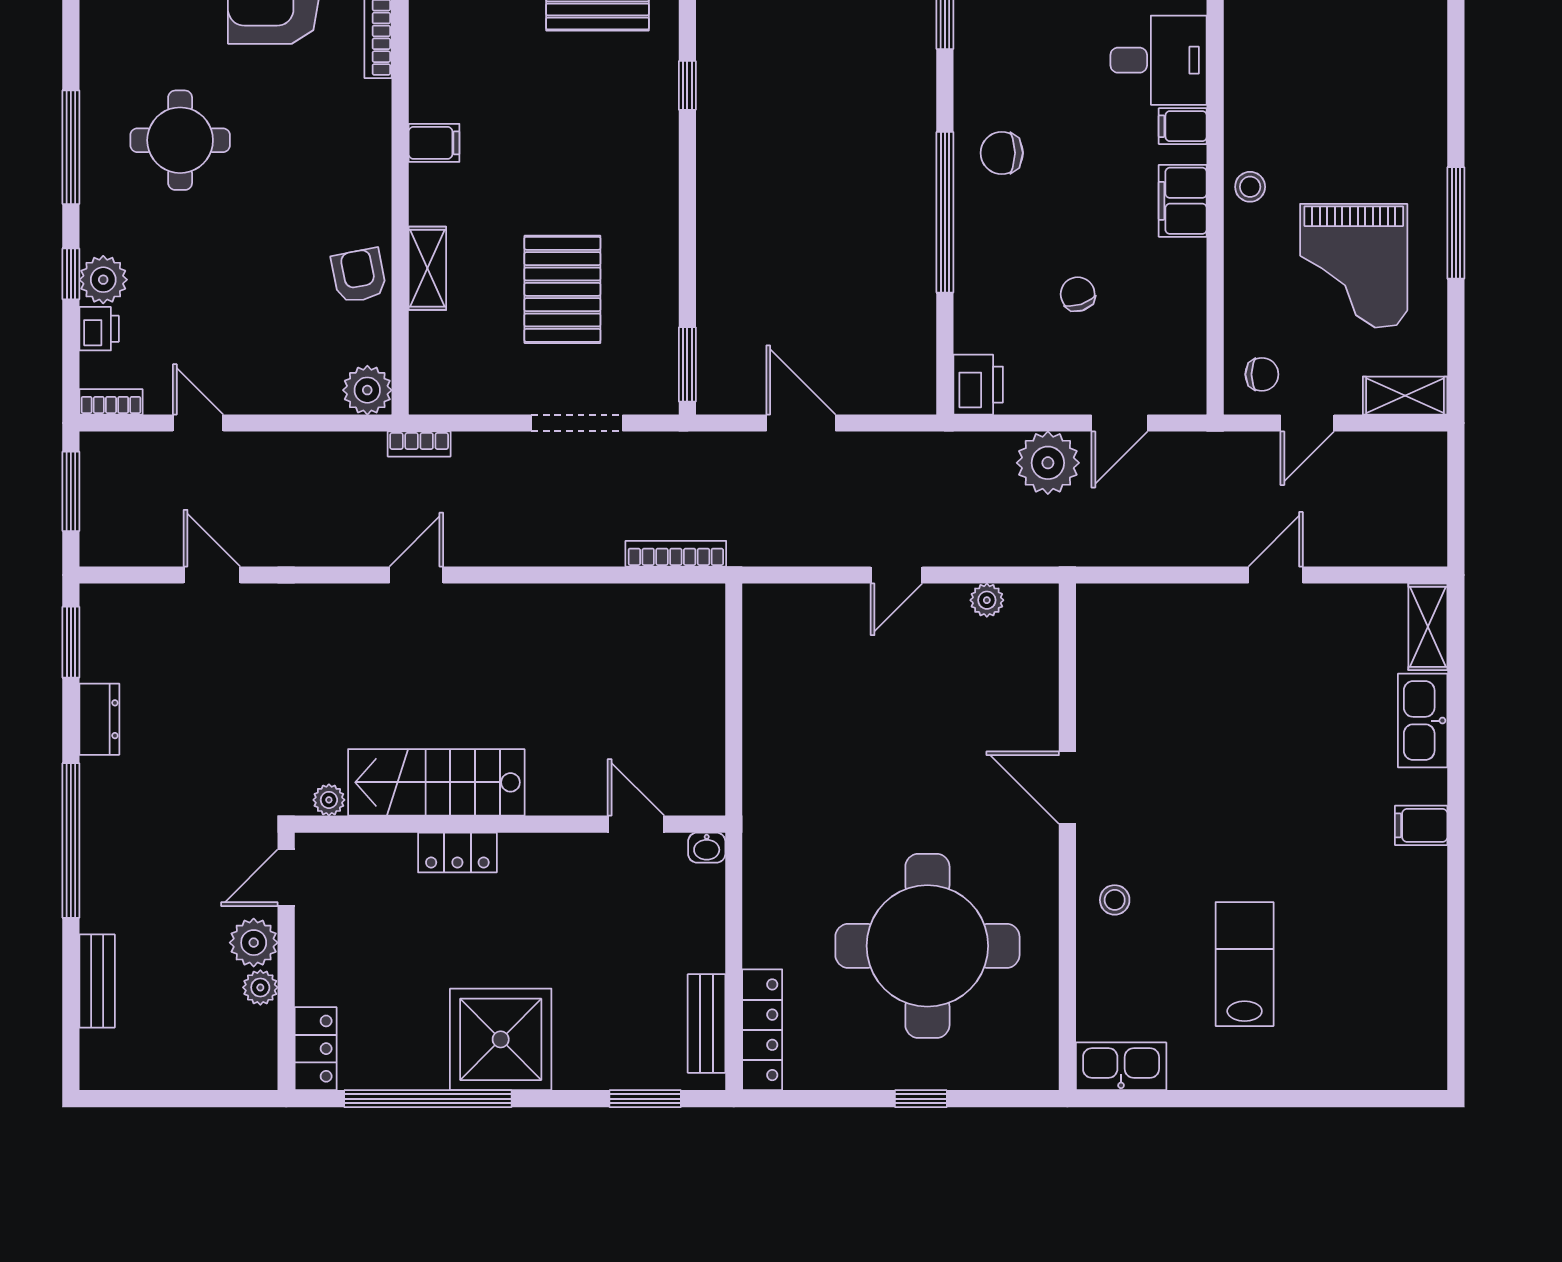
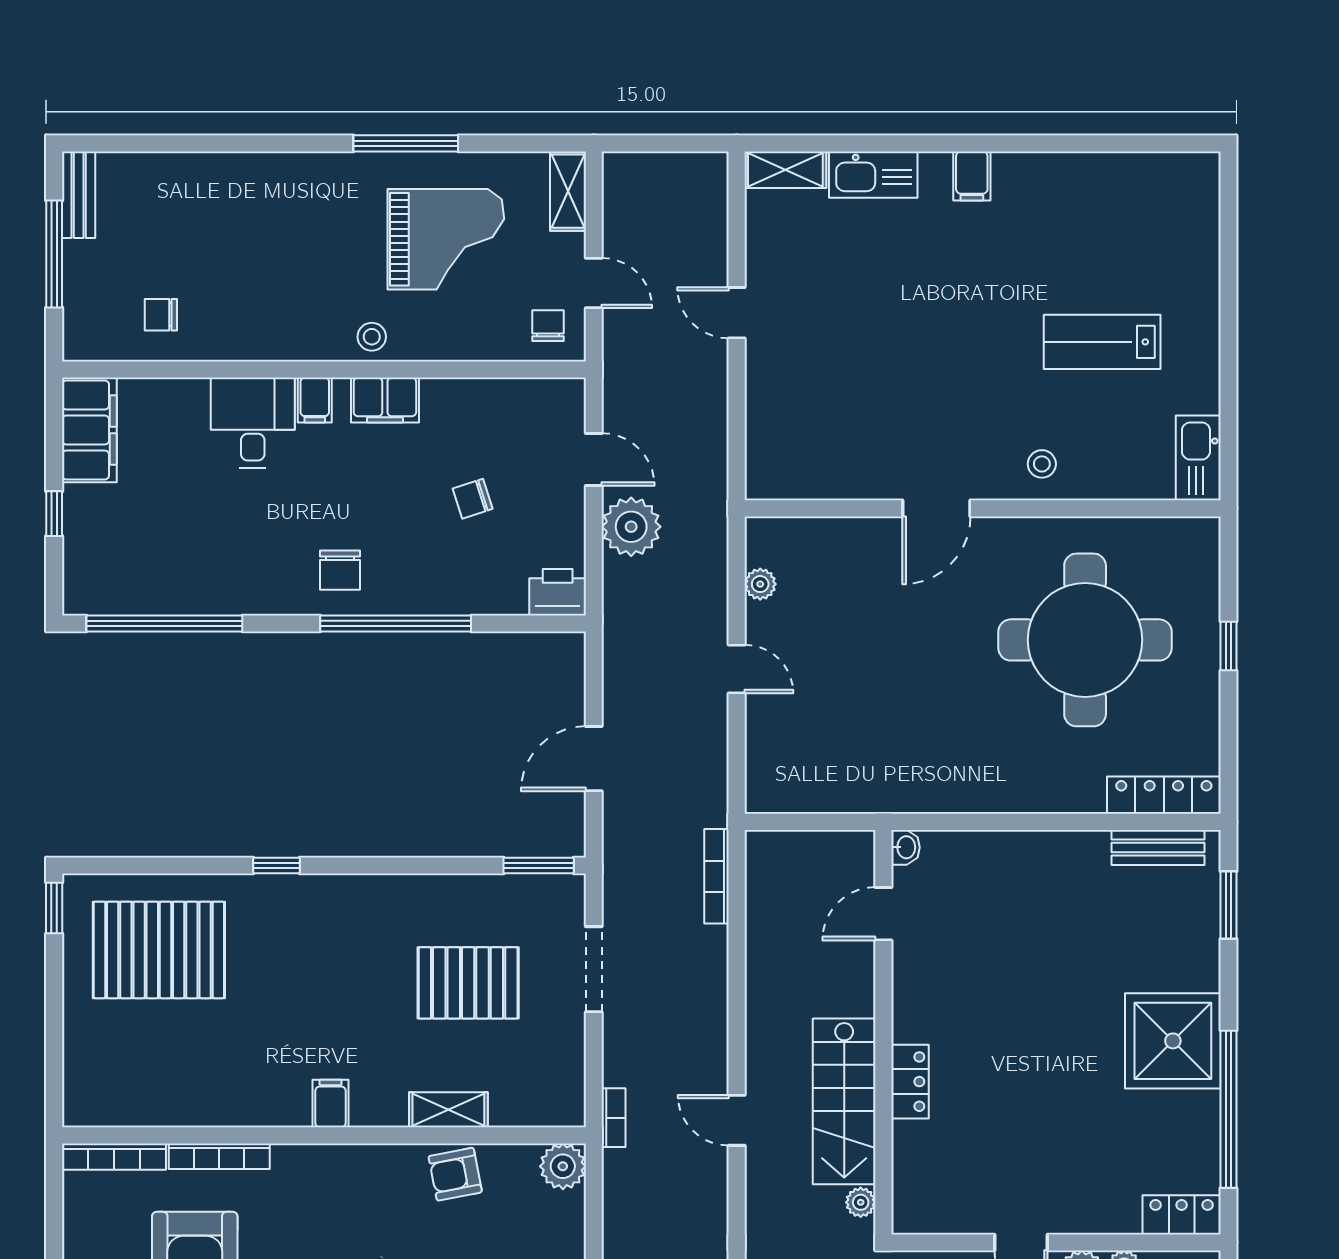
stairs: (436, 782) -> (844, 1101), moved
plant: (329, 800) -> (861, 1202), moved
wall: (510, 824) -> (883, 1032), moved
door: (636, 824) -> (883, 914), moved
washbasin: (707, 848) -> (905, 847), moved
locker: (457, 852) -> (910, 1082), moved

